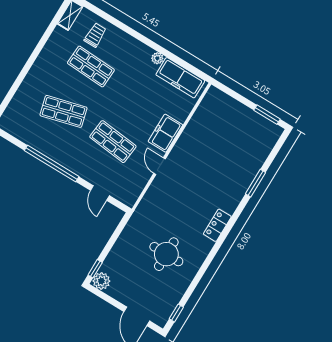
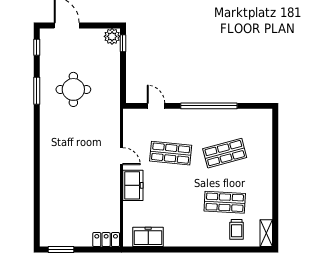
plant: (157, 58) -> (176, 241), removed
freezer: (180, 78) -> (148, 237), width x0.71
window: (256, 183) -> (37, 91), moved
locker: (217, 225) -> (106, 240), moved, turned -90

